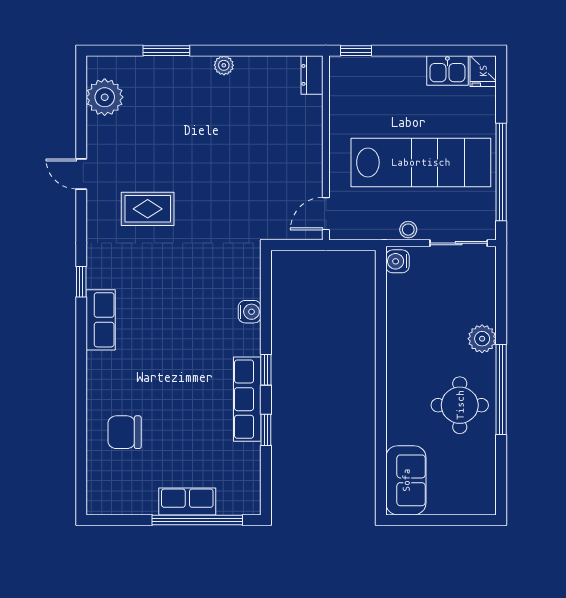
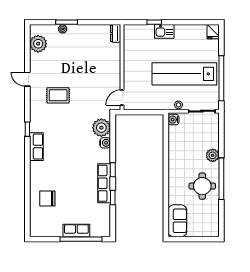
plant: (224, 65) -> (63, 29), moved
kitchen sink: (447, 70) -> (164, 31), moved
dresser: (312, 75) -> (116, 33), moved
wall: (326, 148) -> (122, 67), moved
lab bench: (421, 162) -> (184, 74), turned 180
door: (326, 214) -> (122, 98), moved
plant: (241, 279) -> (101, 128), added

